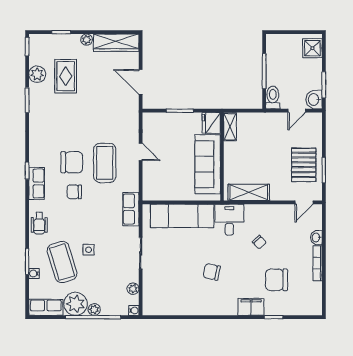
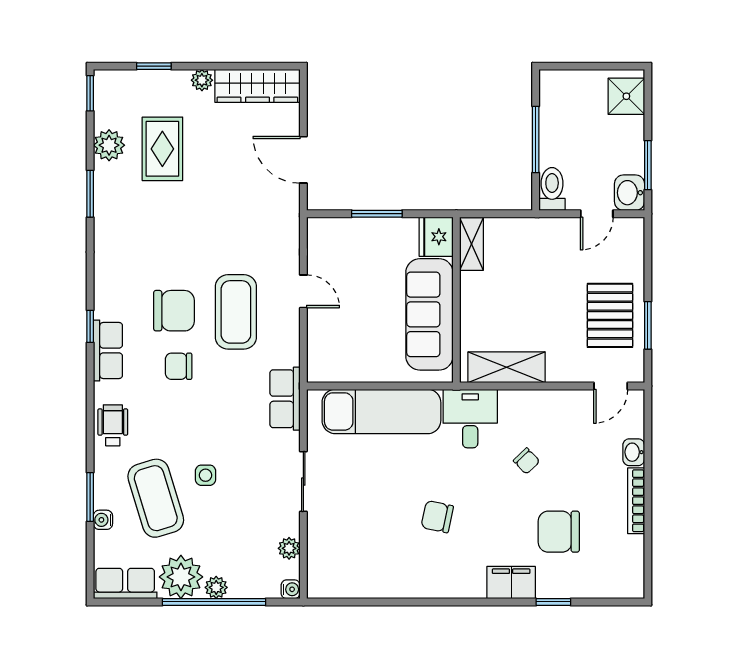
wheelchair: (39, 223) -> (113, 425), turned 180

